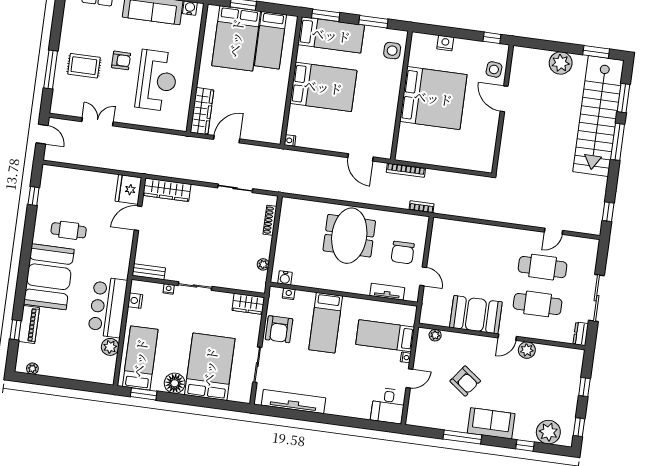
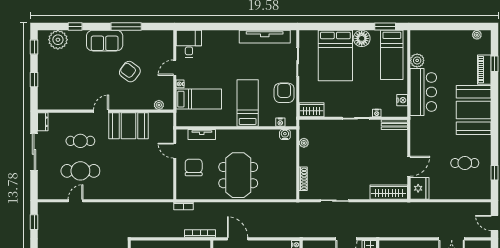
cafe table: (69, 230) -> (465, 163), moved
cafe table: (538, 304) -> (80, 141), width x0.73, depth x0.74
plant: (527, 350) -> (84, 103), removed

